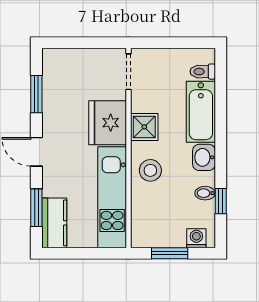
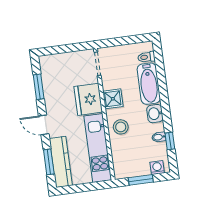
kitchen counter: (54, 223) -> (61, 162), width x1.50

